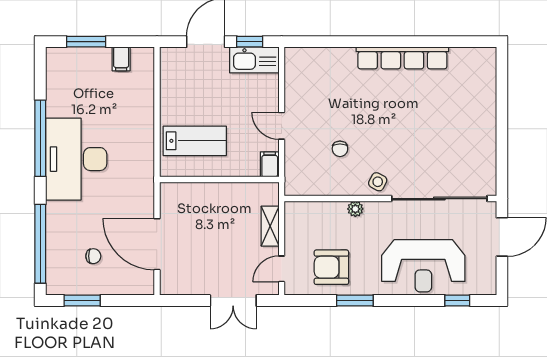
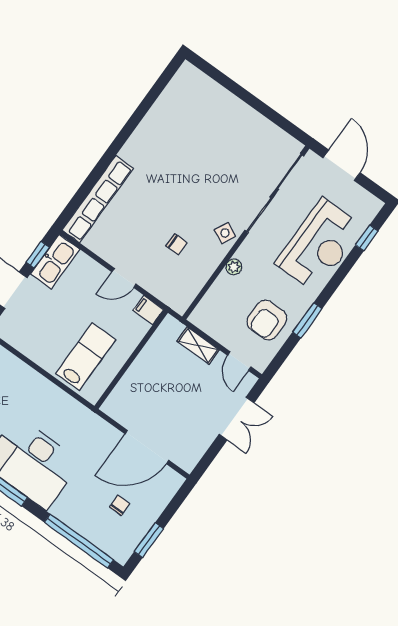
row of seats: (402, 58) -> (98, 199), moved

